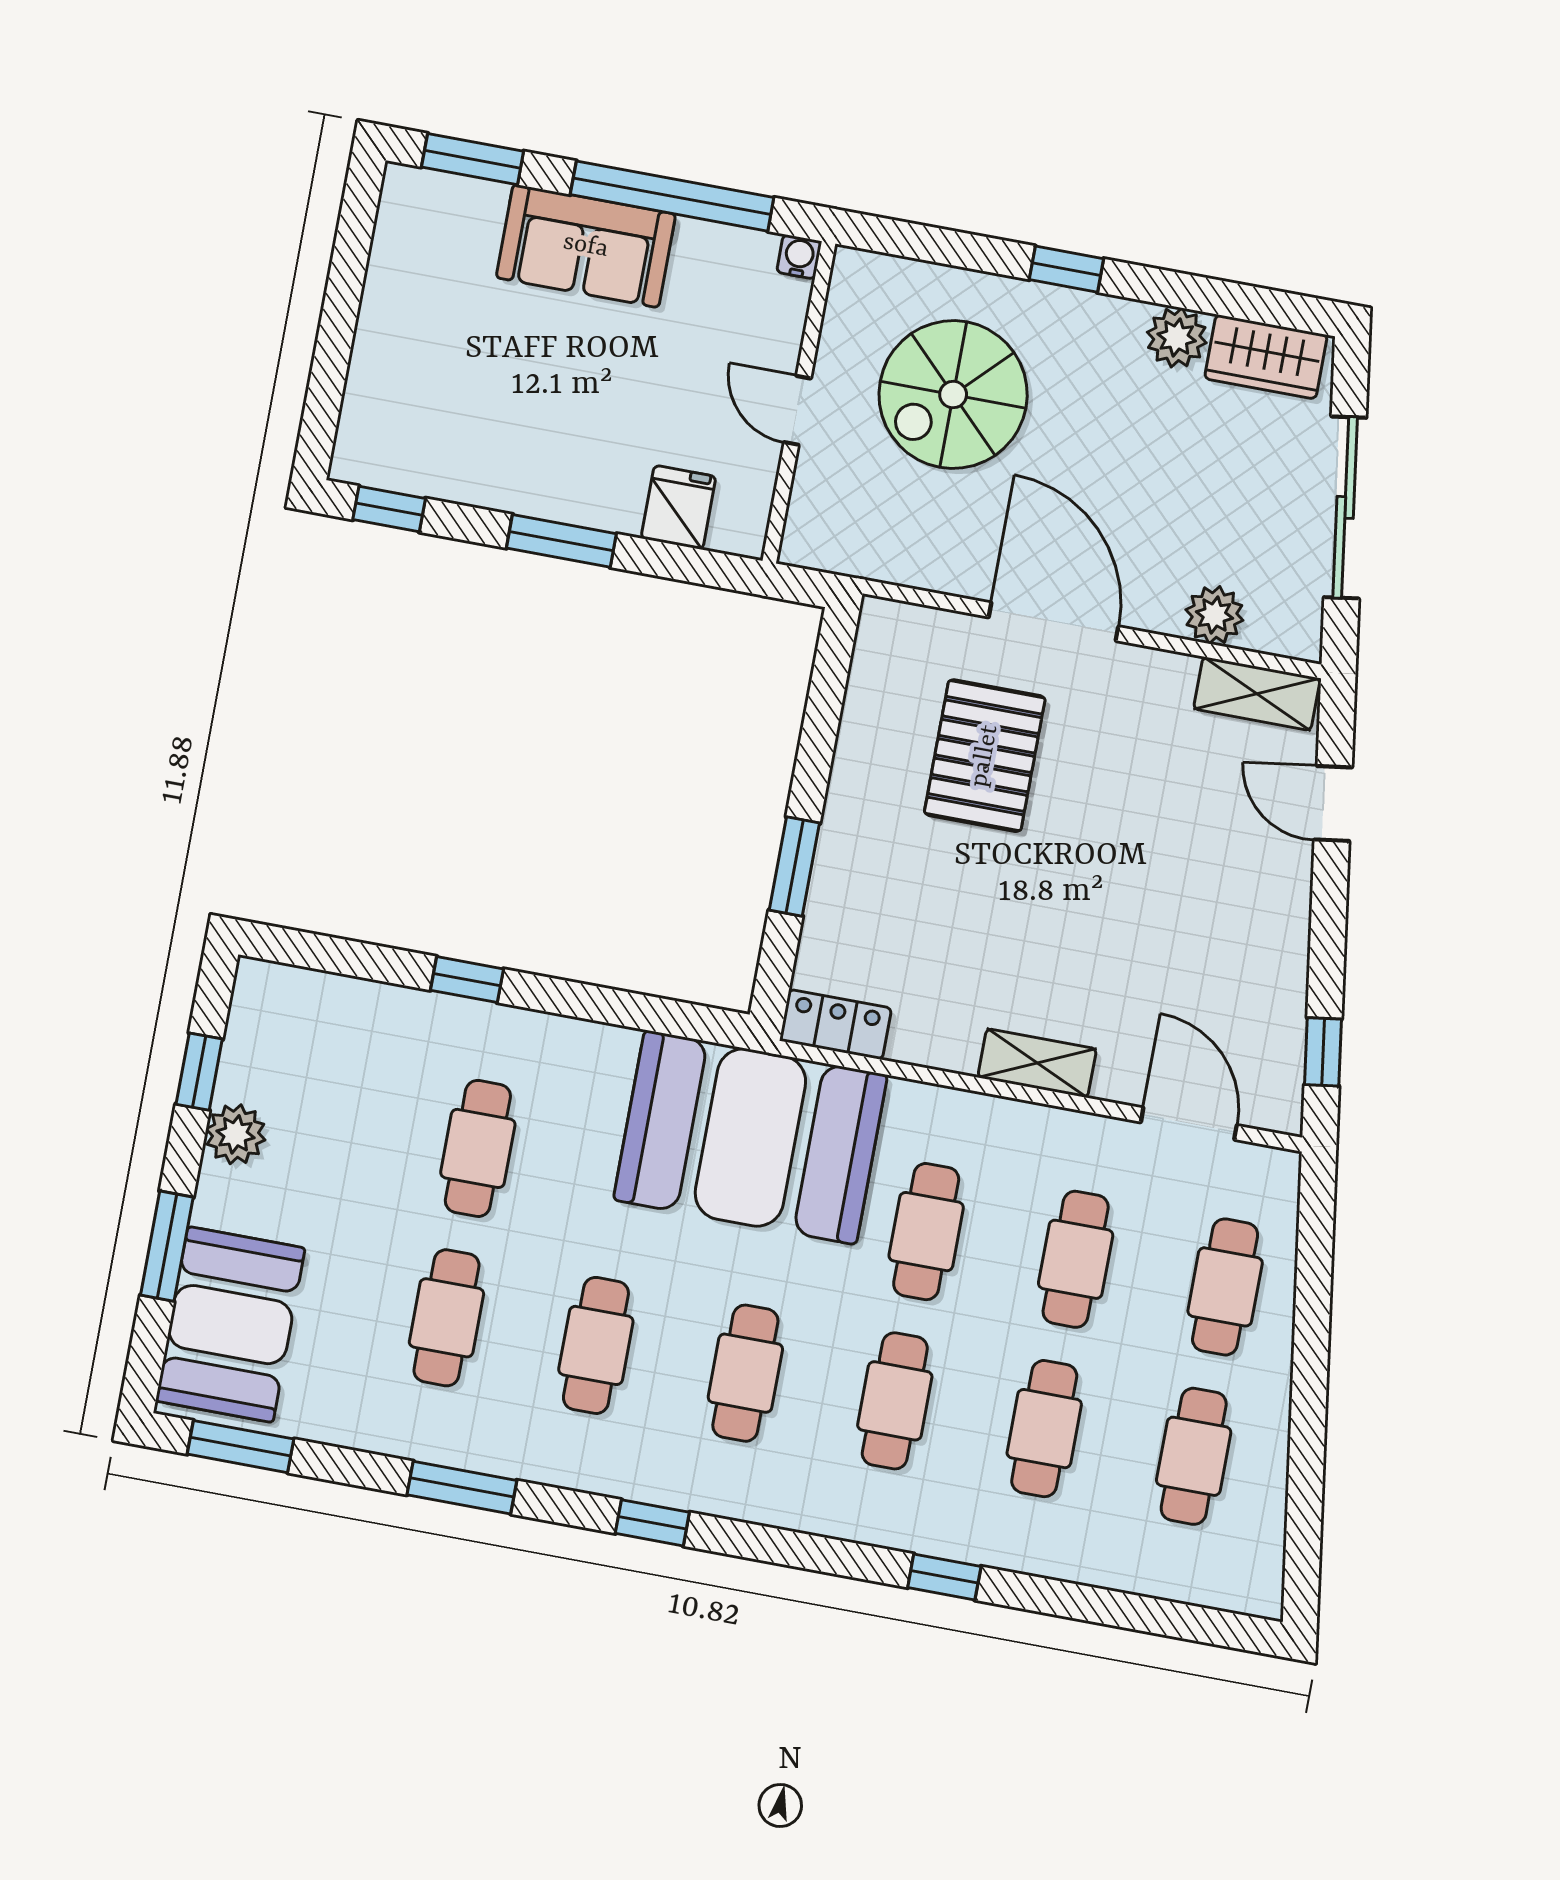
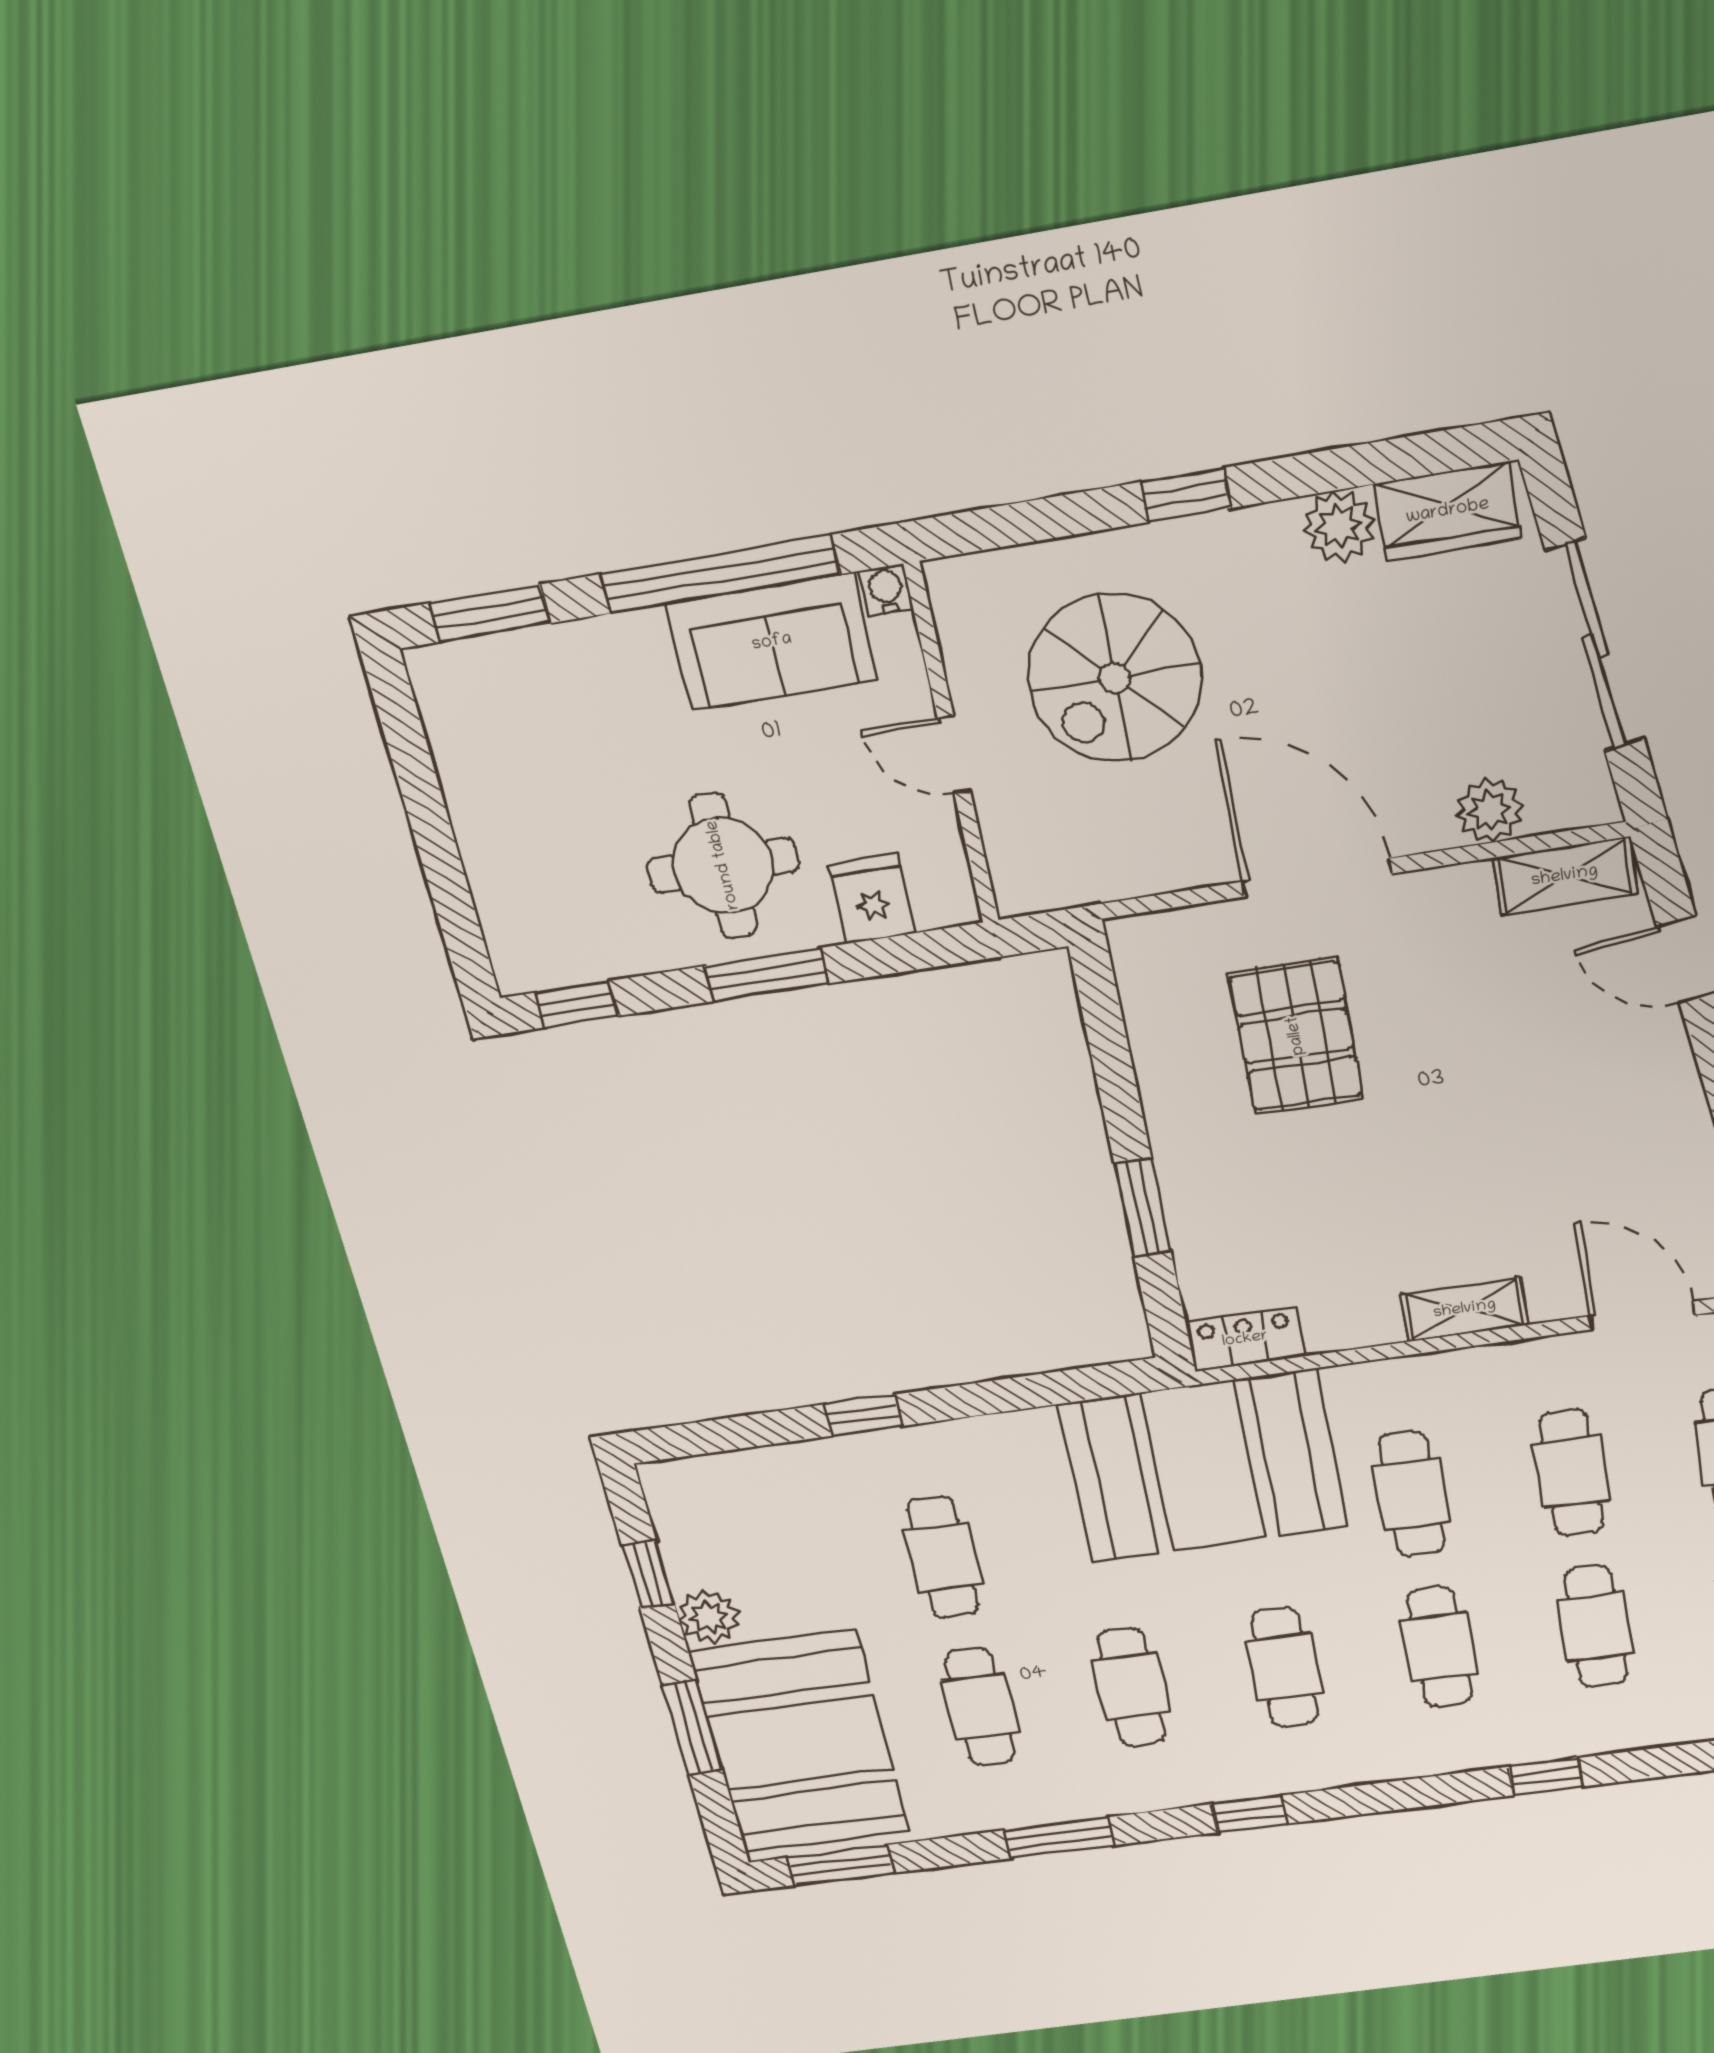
sofa: (586, 246) -> (772, 642), moved
round table: (567, 434) -> (723, 865), added
booth: (230, 1325) -> (800, 1742), width x1.36, depth x1.42

